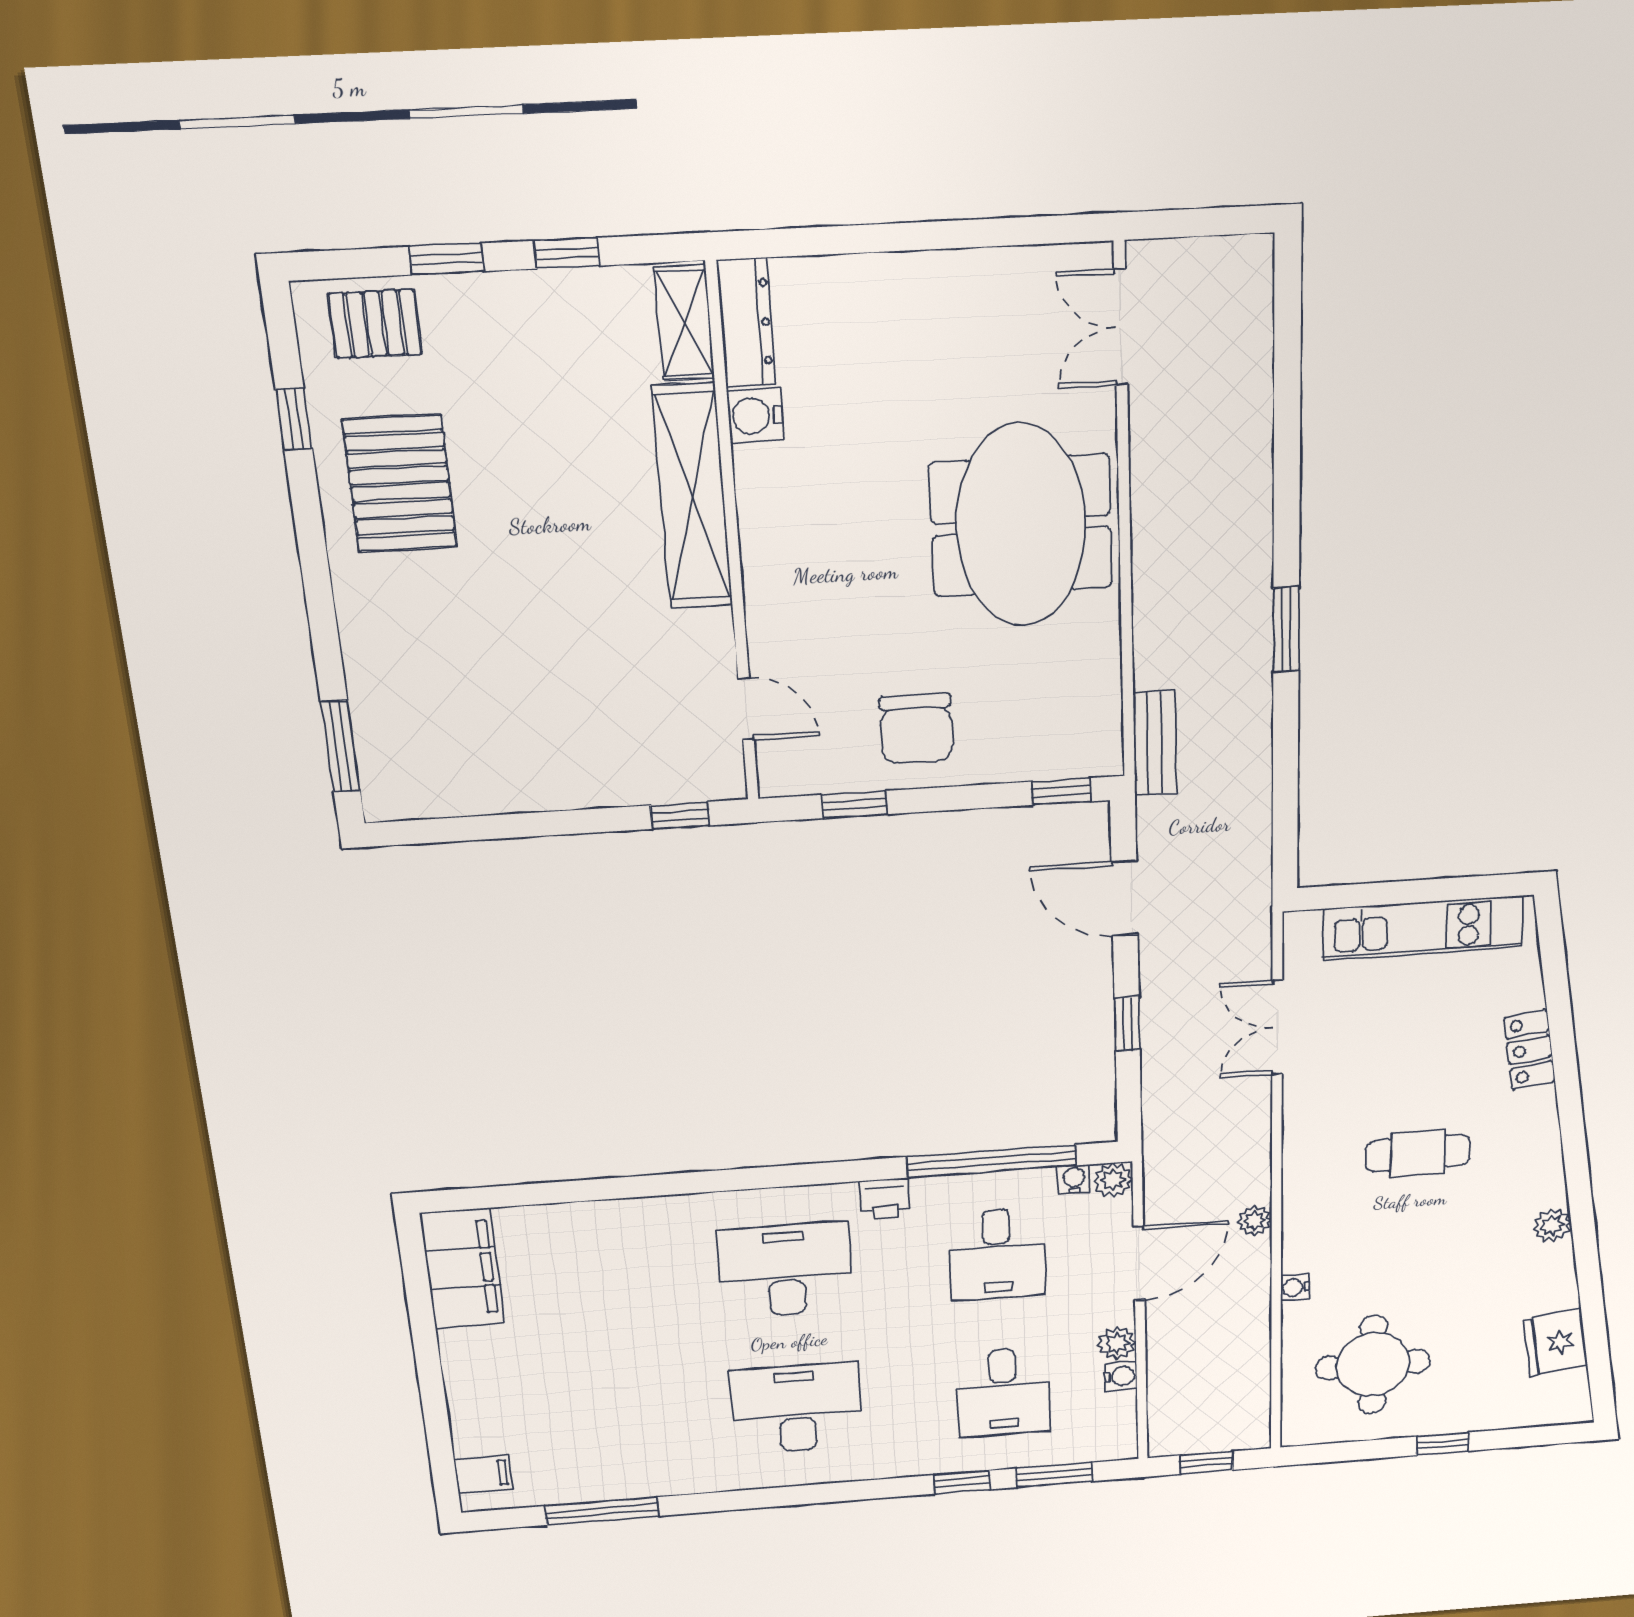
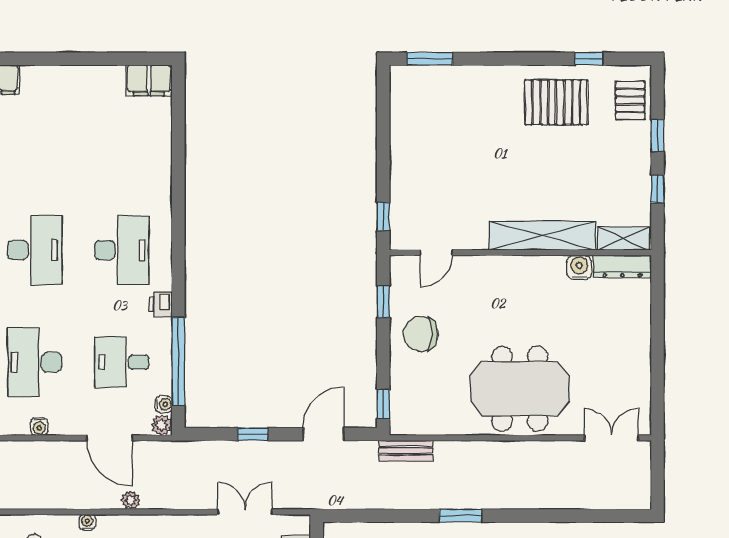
filing cabinet: (462, 1268) -> (149, 80), width x0.67, depth x0.86
plant: (1117, 1343) -> (61, 425), removed
desk: (1003, 1392) -> (35, 362), width x1.37

